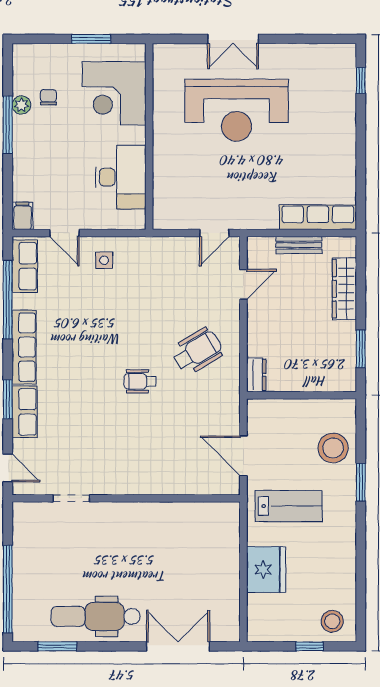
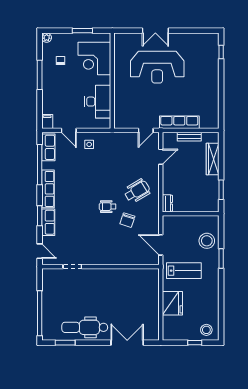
plant: (21, 105) -> (47, 38), moved
row of seats: (318, 217) -> (179, 122), moved
chair: (179, 408) -> (127, 220), added

